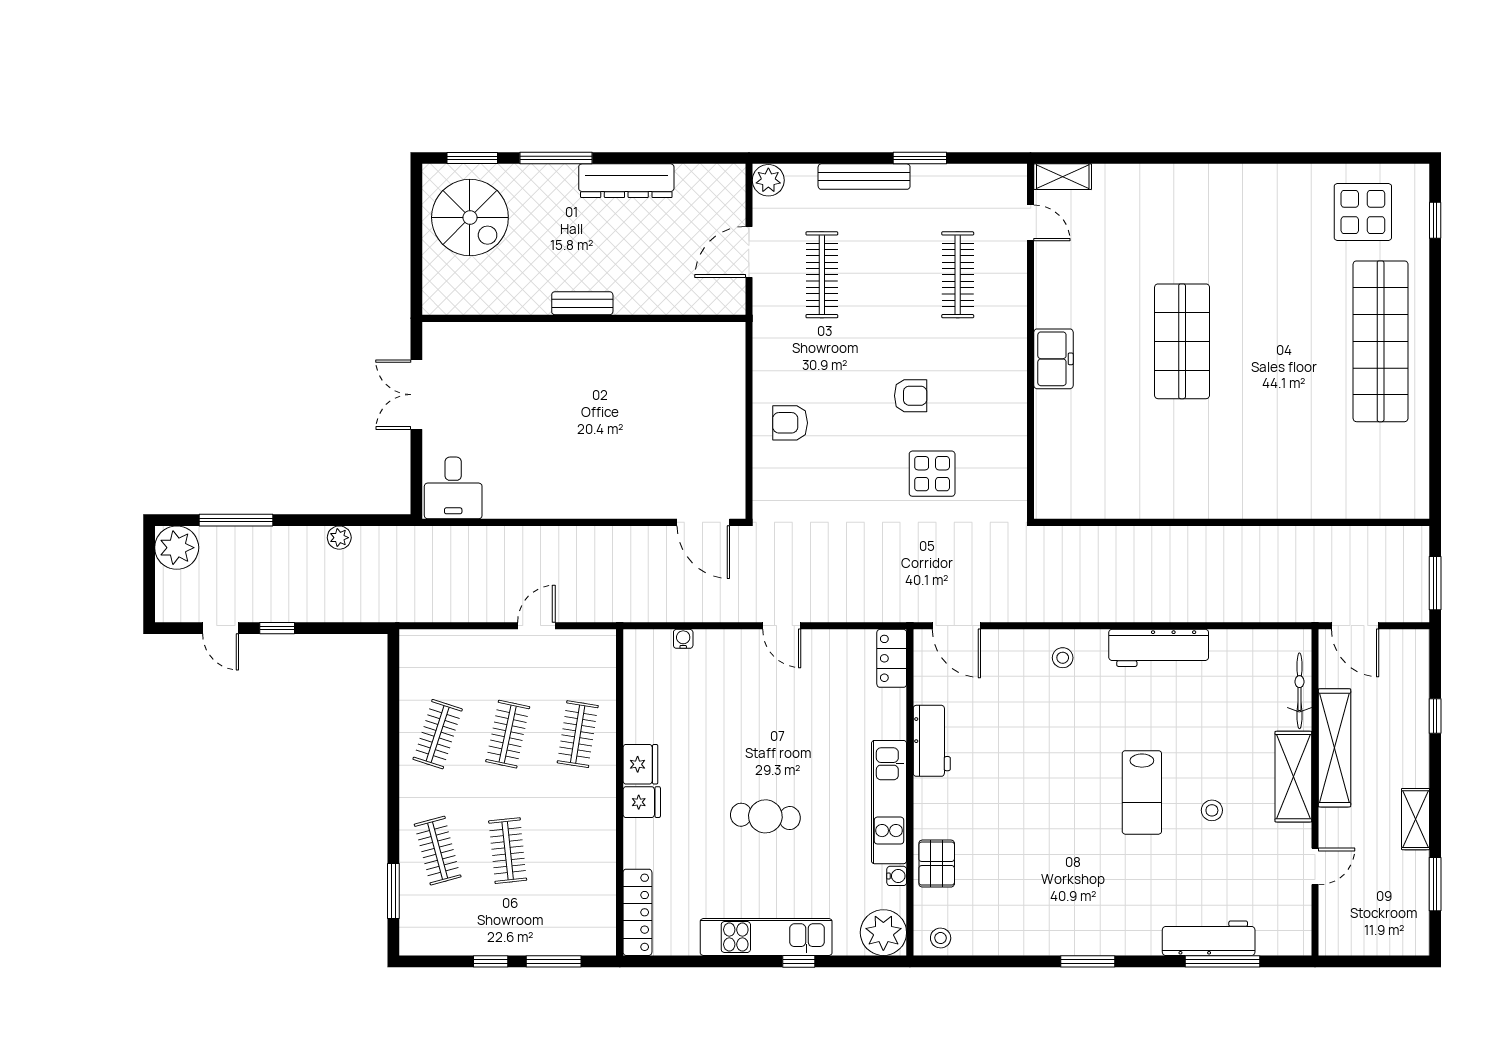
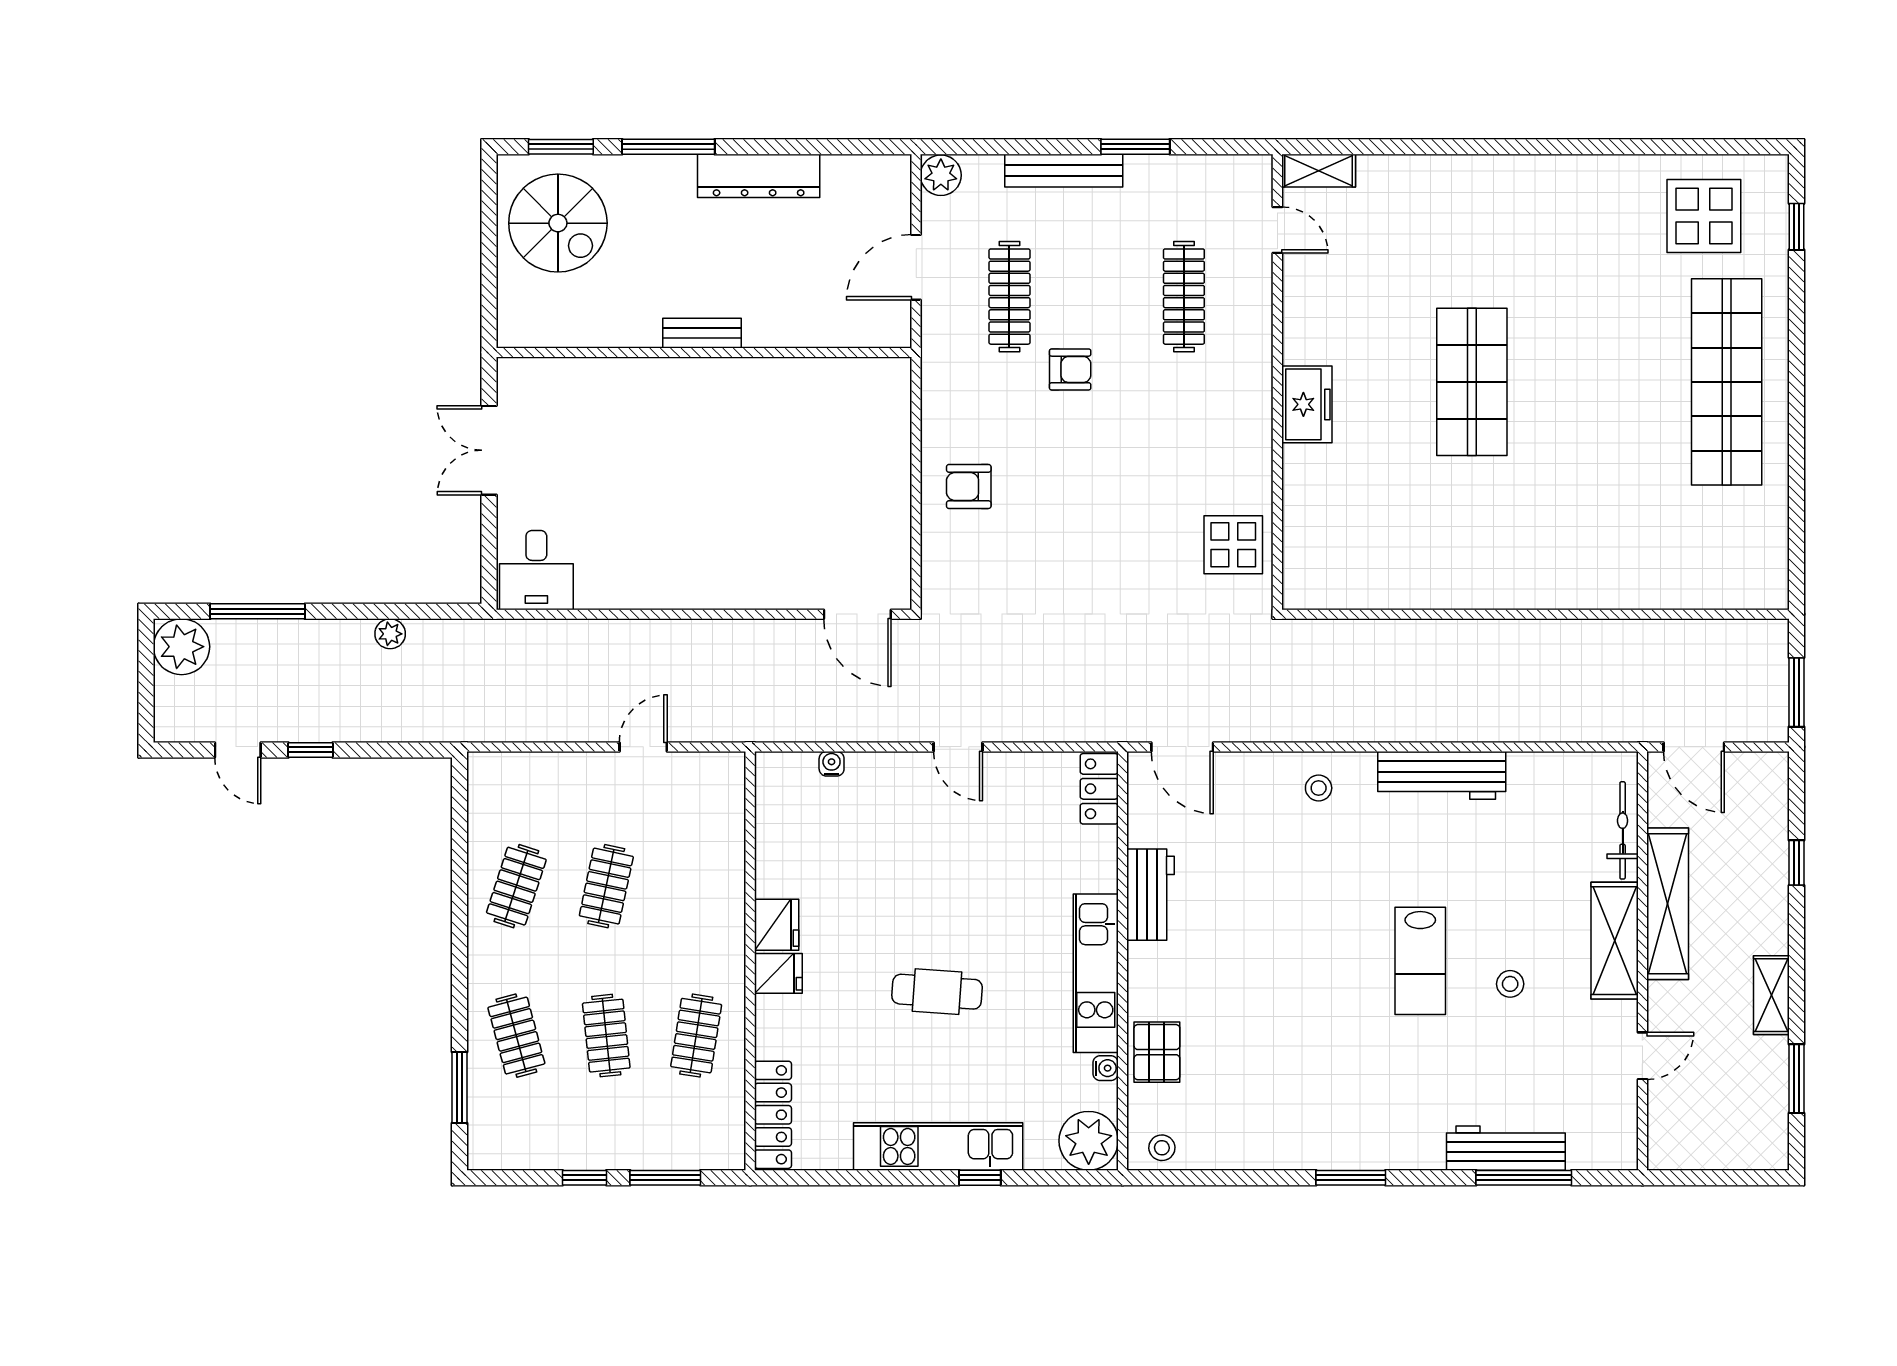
armchair: (911, 396) -> (1070, 369), moved
display table: (932, 474) -> (1233, 545), moved
clothes rail: (578, 734) -> (696, 1036), moved

